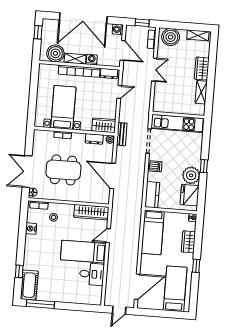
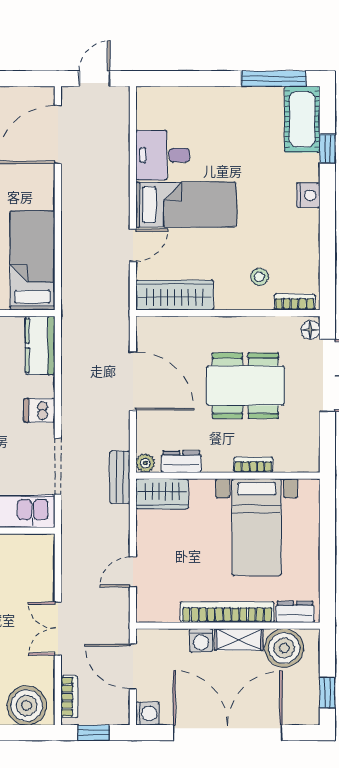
dresser: (109, 74) -> (295, 612), moved
nightstand: (31, 229) -> (308, 195), moved

